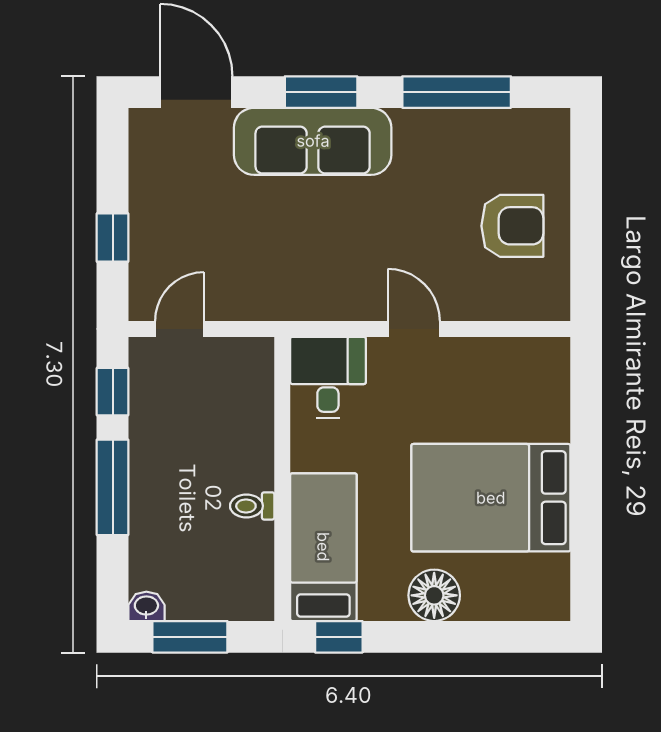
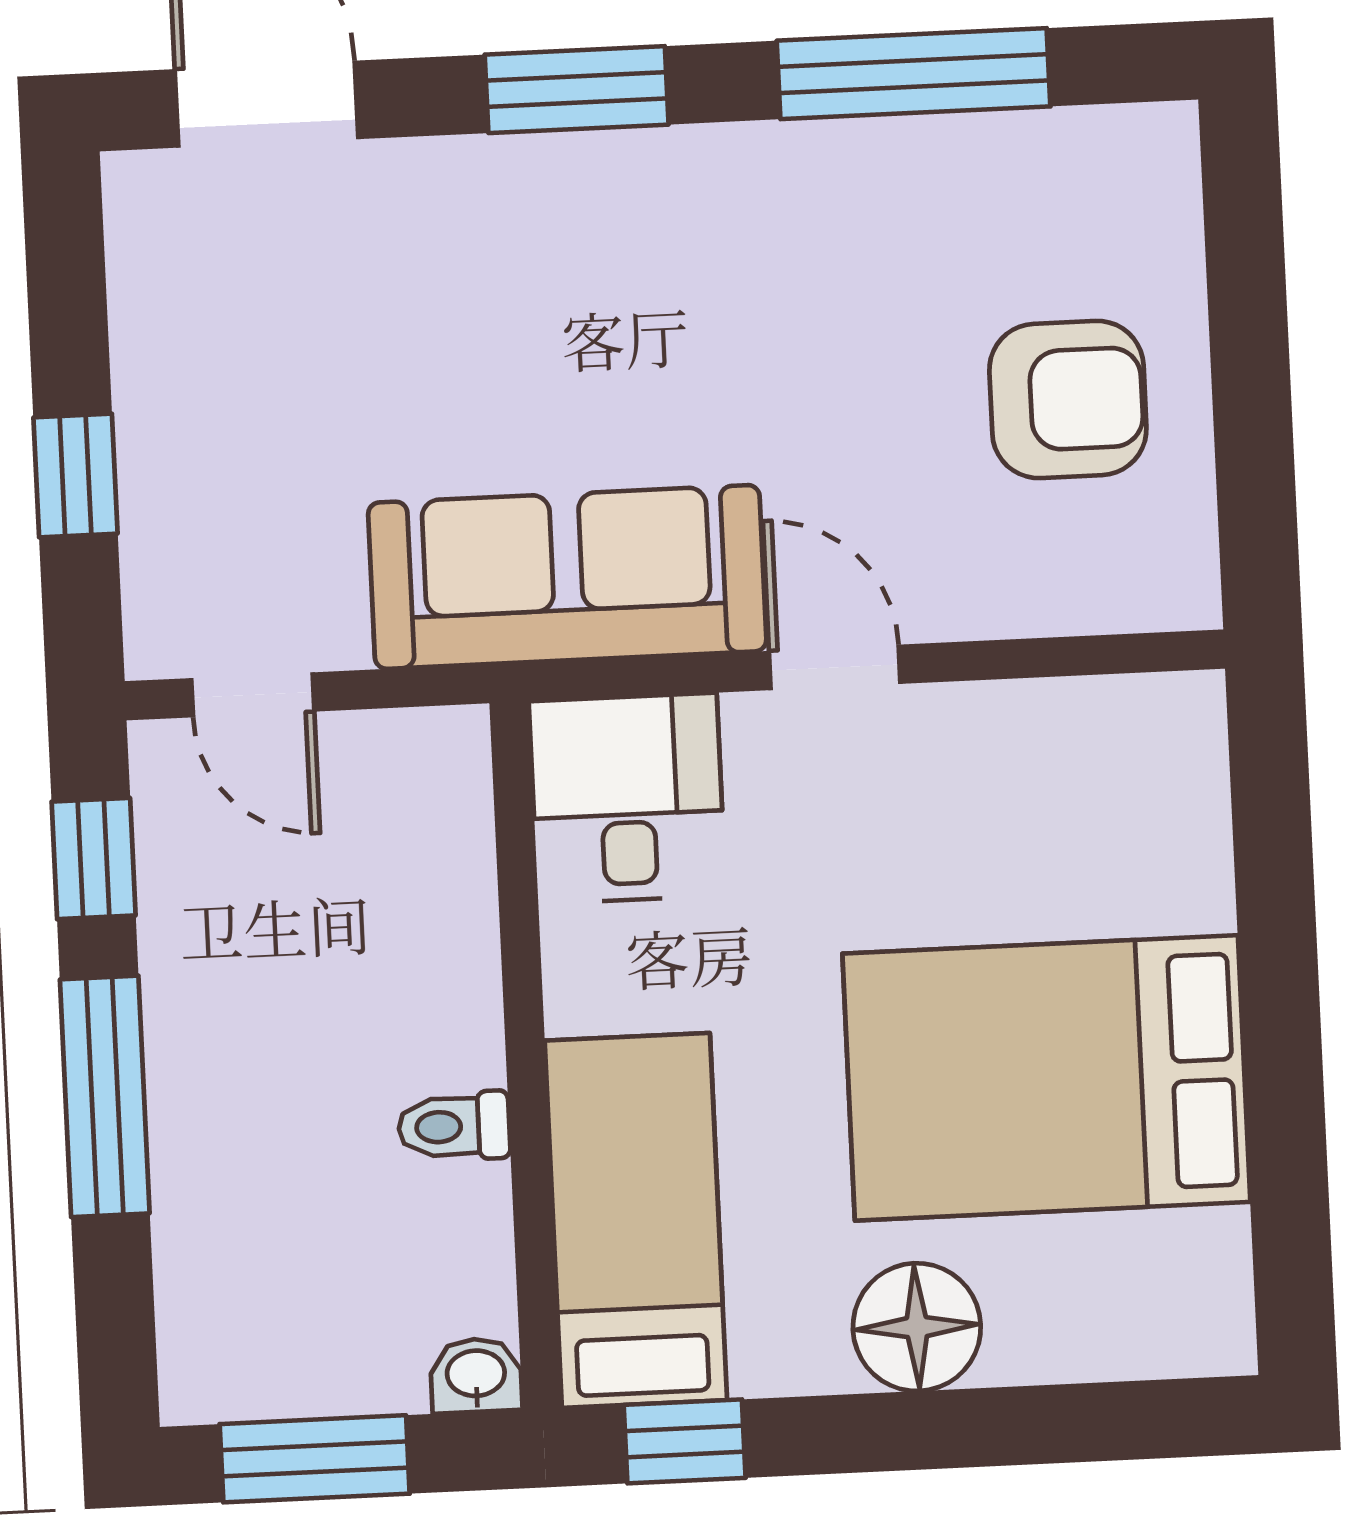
sofa: (313, 141) -> (567, 577), moved, turned 180
door: (180, 329) -> (253, 695), swing flipped
washbasin: (146, 606) -> (476, 1375), moved

